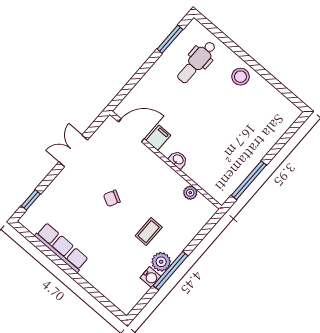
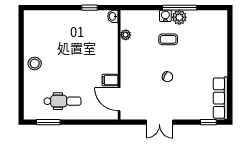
dental chair: (197, 62) -> (62, 101), moved
washbasin: (178, 160) -> (113, 16), moved
window: (249, 180) -> (90, 8), width x0.46
row of seats: (61, 247) -> (220, 98), moved
water cooler: (151, 277) -> (165, 16), moved

